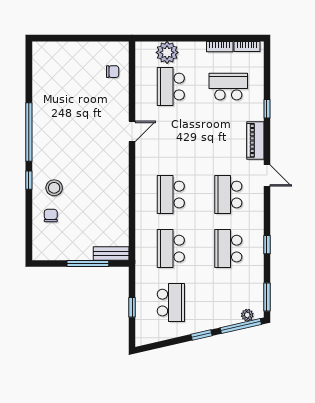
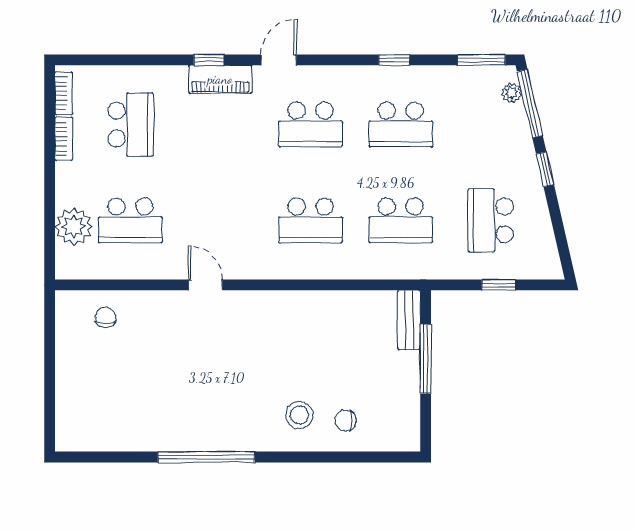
school desk: (228, 87) -> (130, 124), turned 180
window: (267, 109) -> (209, 60), moved
window: (29, 180) -> (286, 457), removed
school desk: (171, 303) -> (491, 220), turned -90

